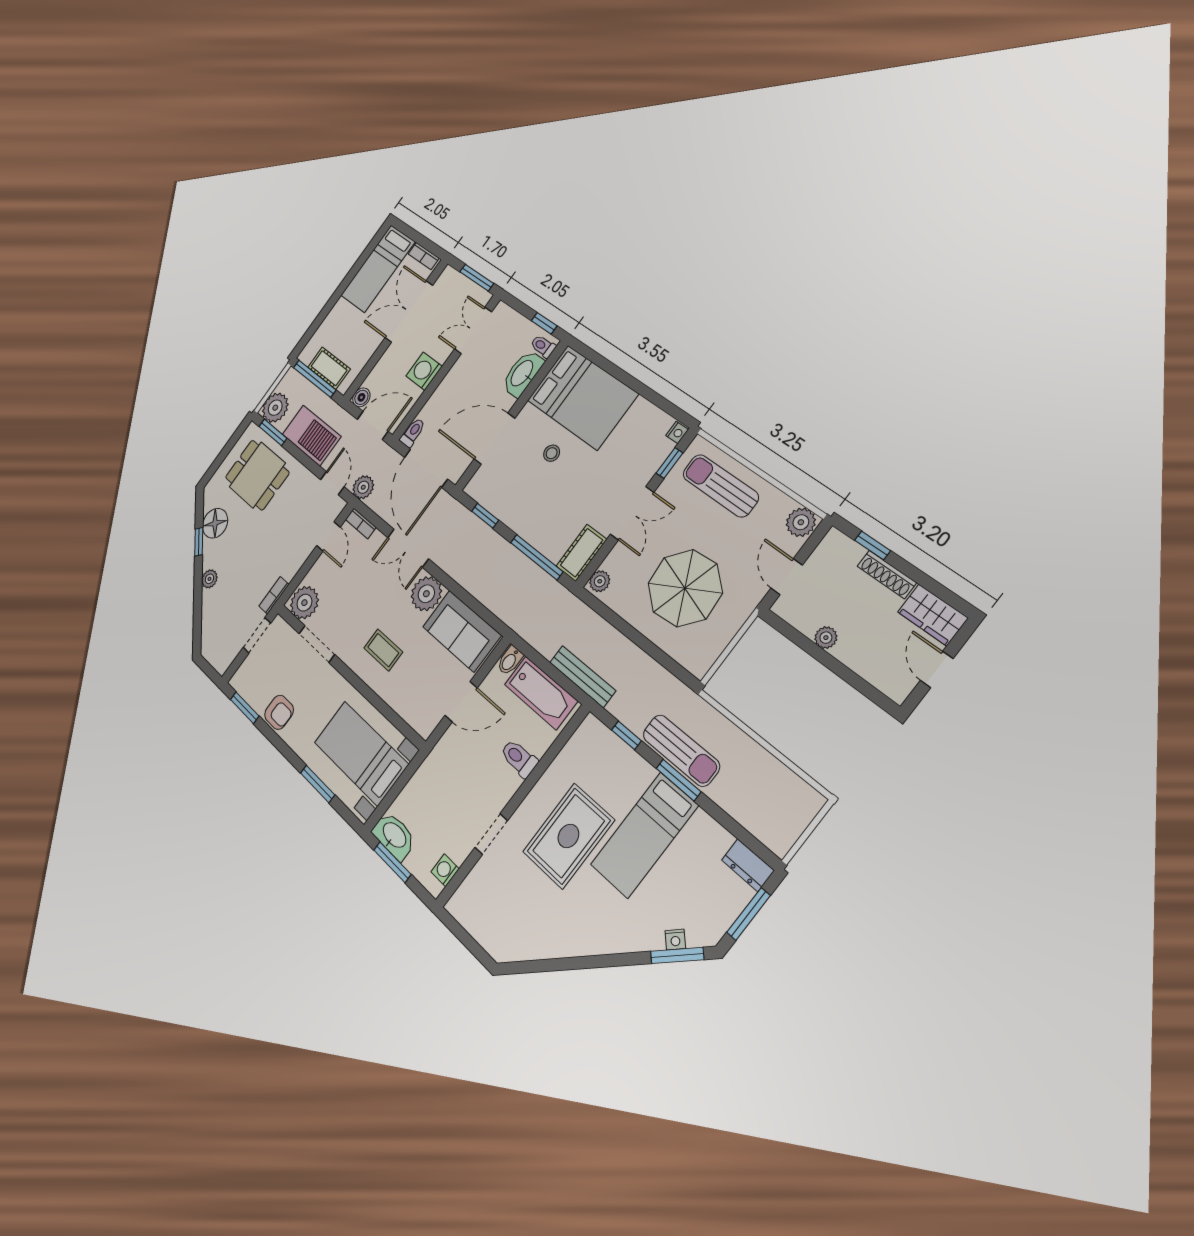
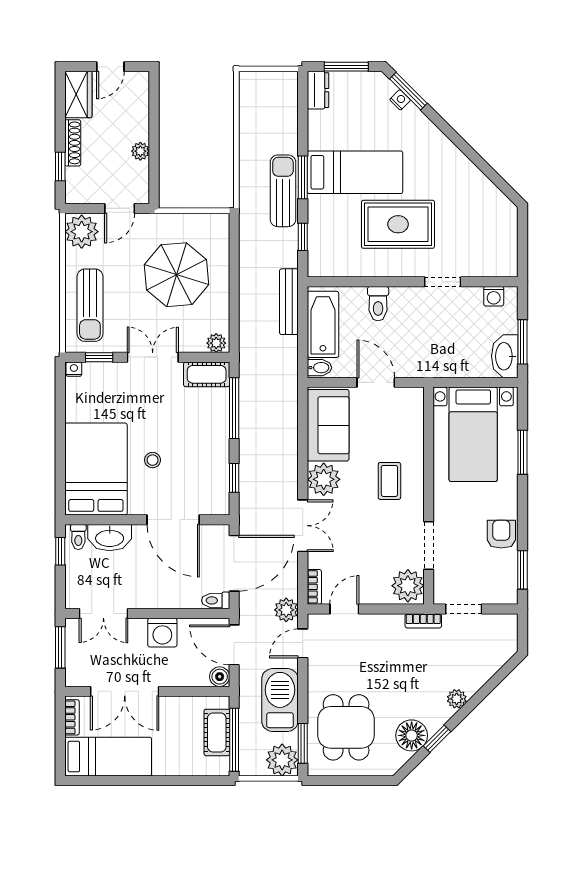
plant: (801, 522) -> (82, 232), width x1.36, depth x1.36

